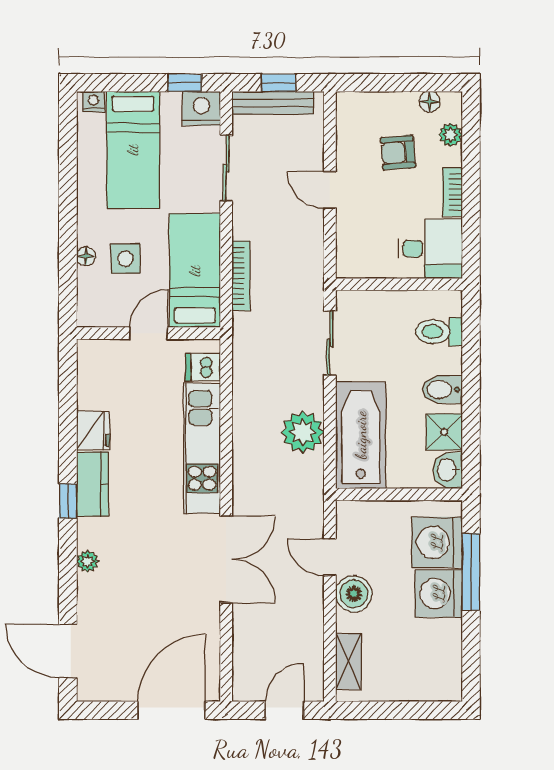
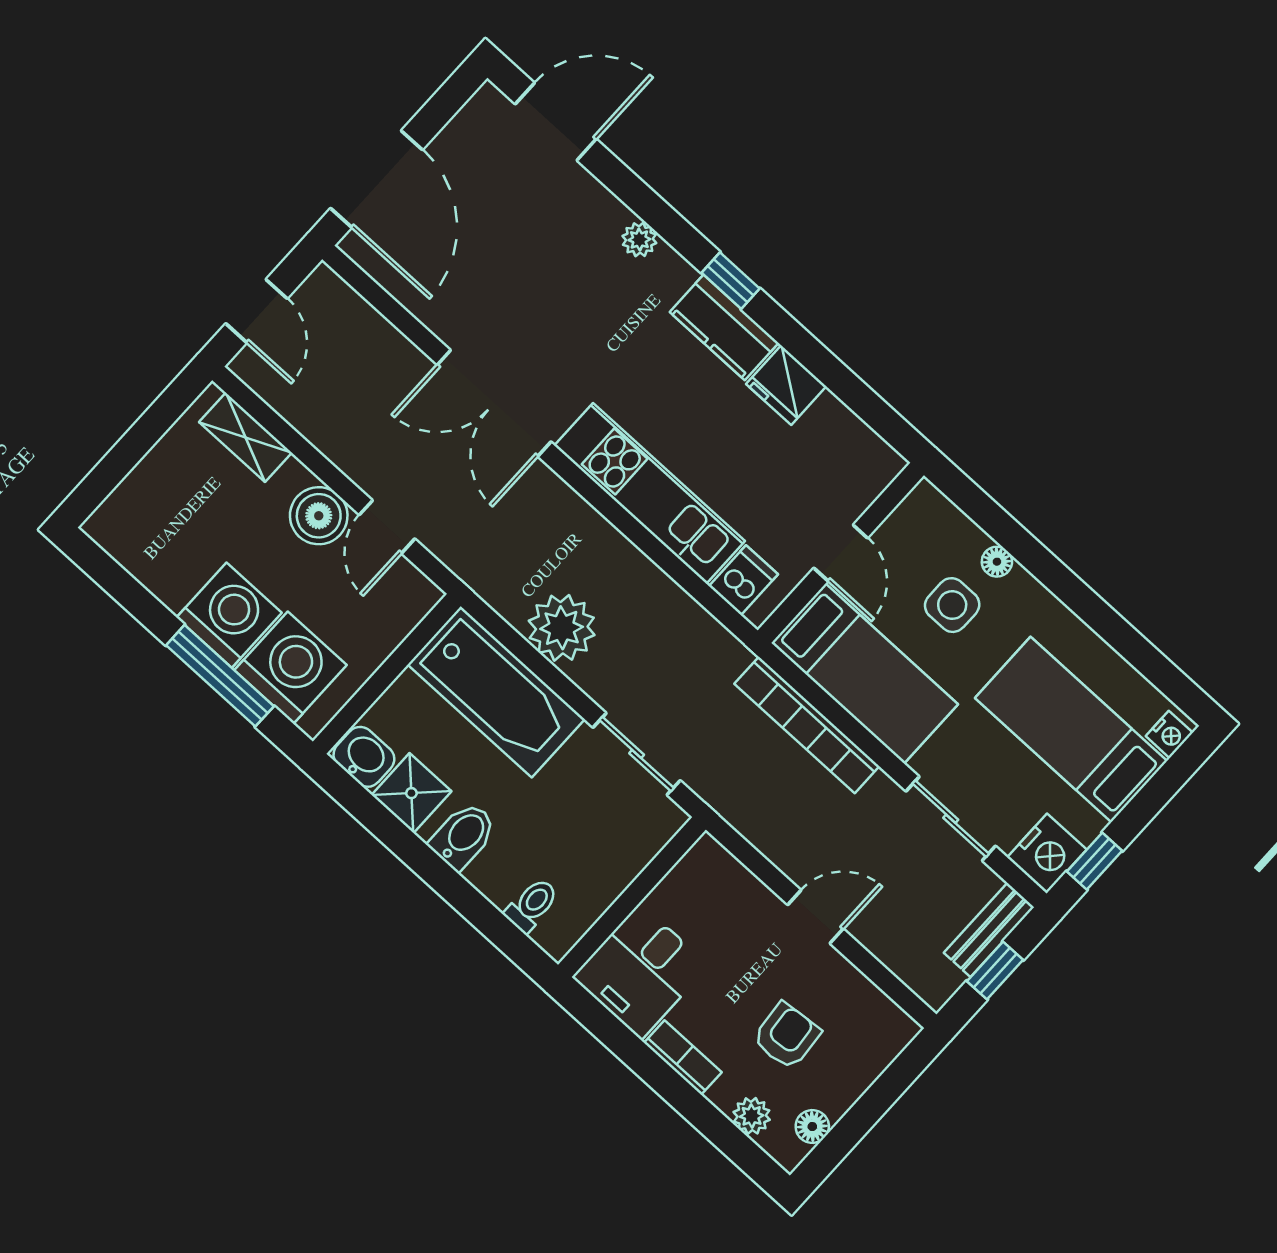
bench: (273, 103) -> (989, 930), width x0.73
bookcase: (241, 276) -> (807, 725), width x1.48, depth x1.31
toilet: (439, 332) -> (532, 905), width x0.73, depth x0.72
door: (330, 557) -> (387, 527), swing flipped

